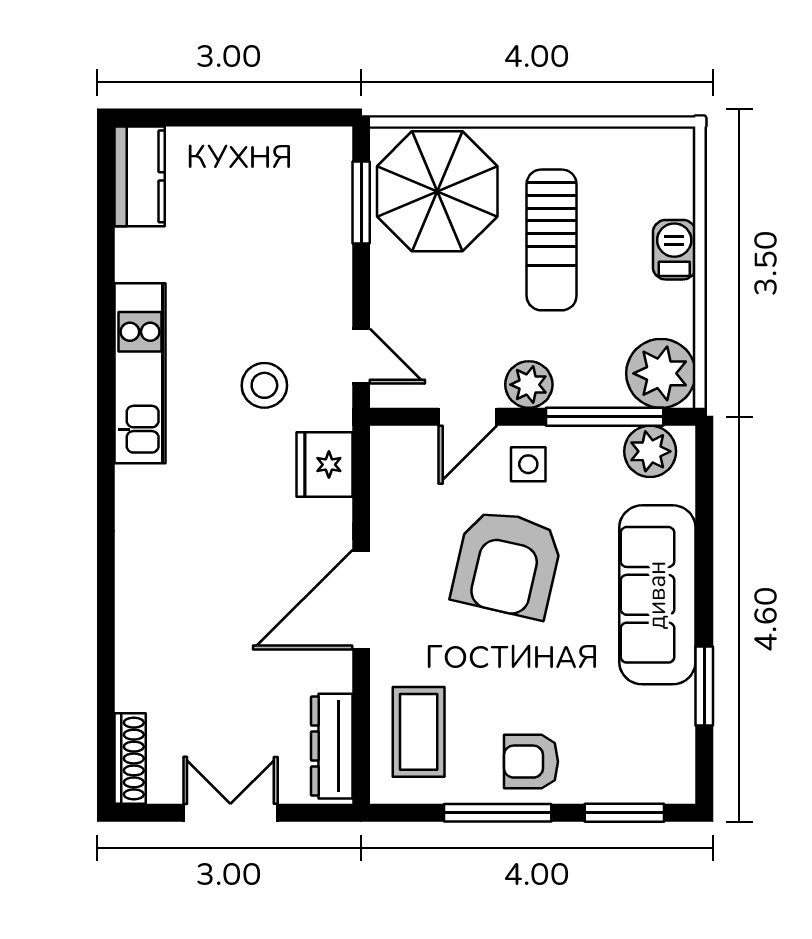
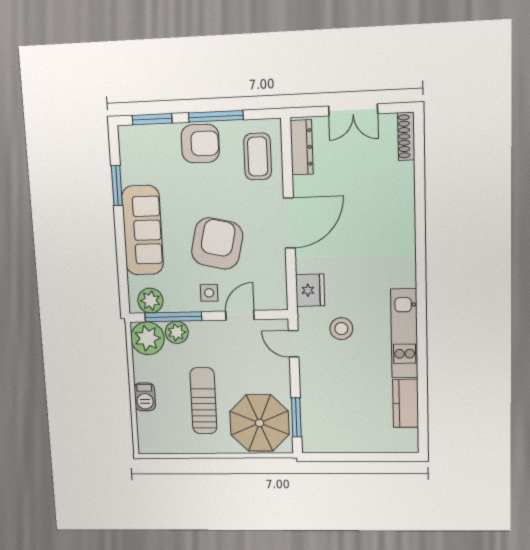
kitchen counter: (140, 176) -> (406, 403), moved
plant: (529, 385) -> (177, 332), moved
armchair: (531, 762) -> (200, 144), width x1.38, depth x1.38

